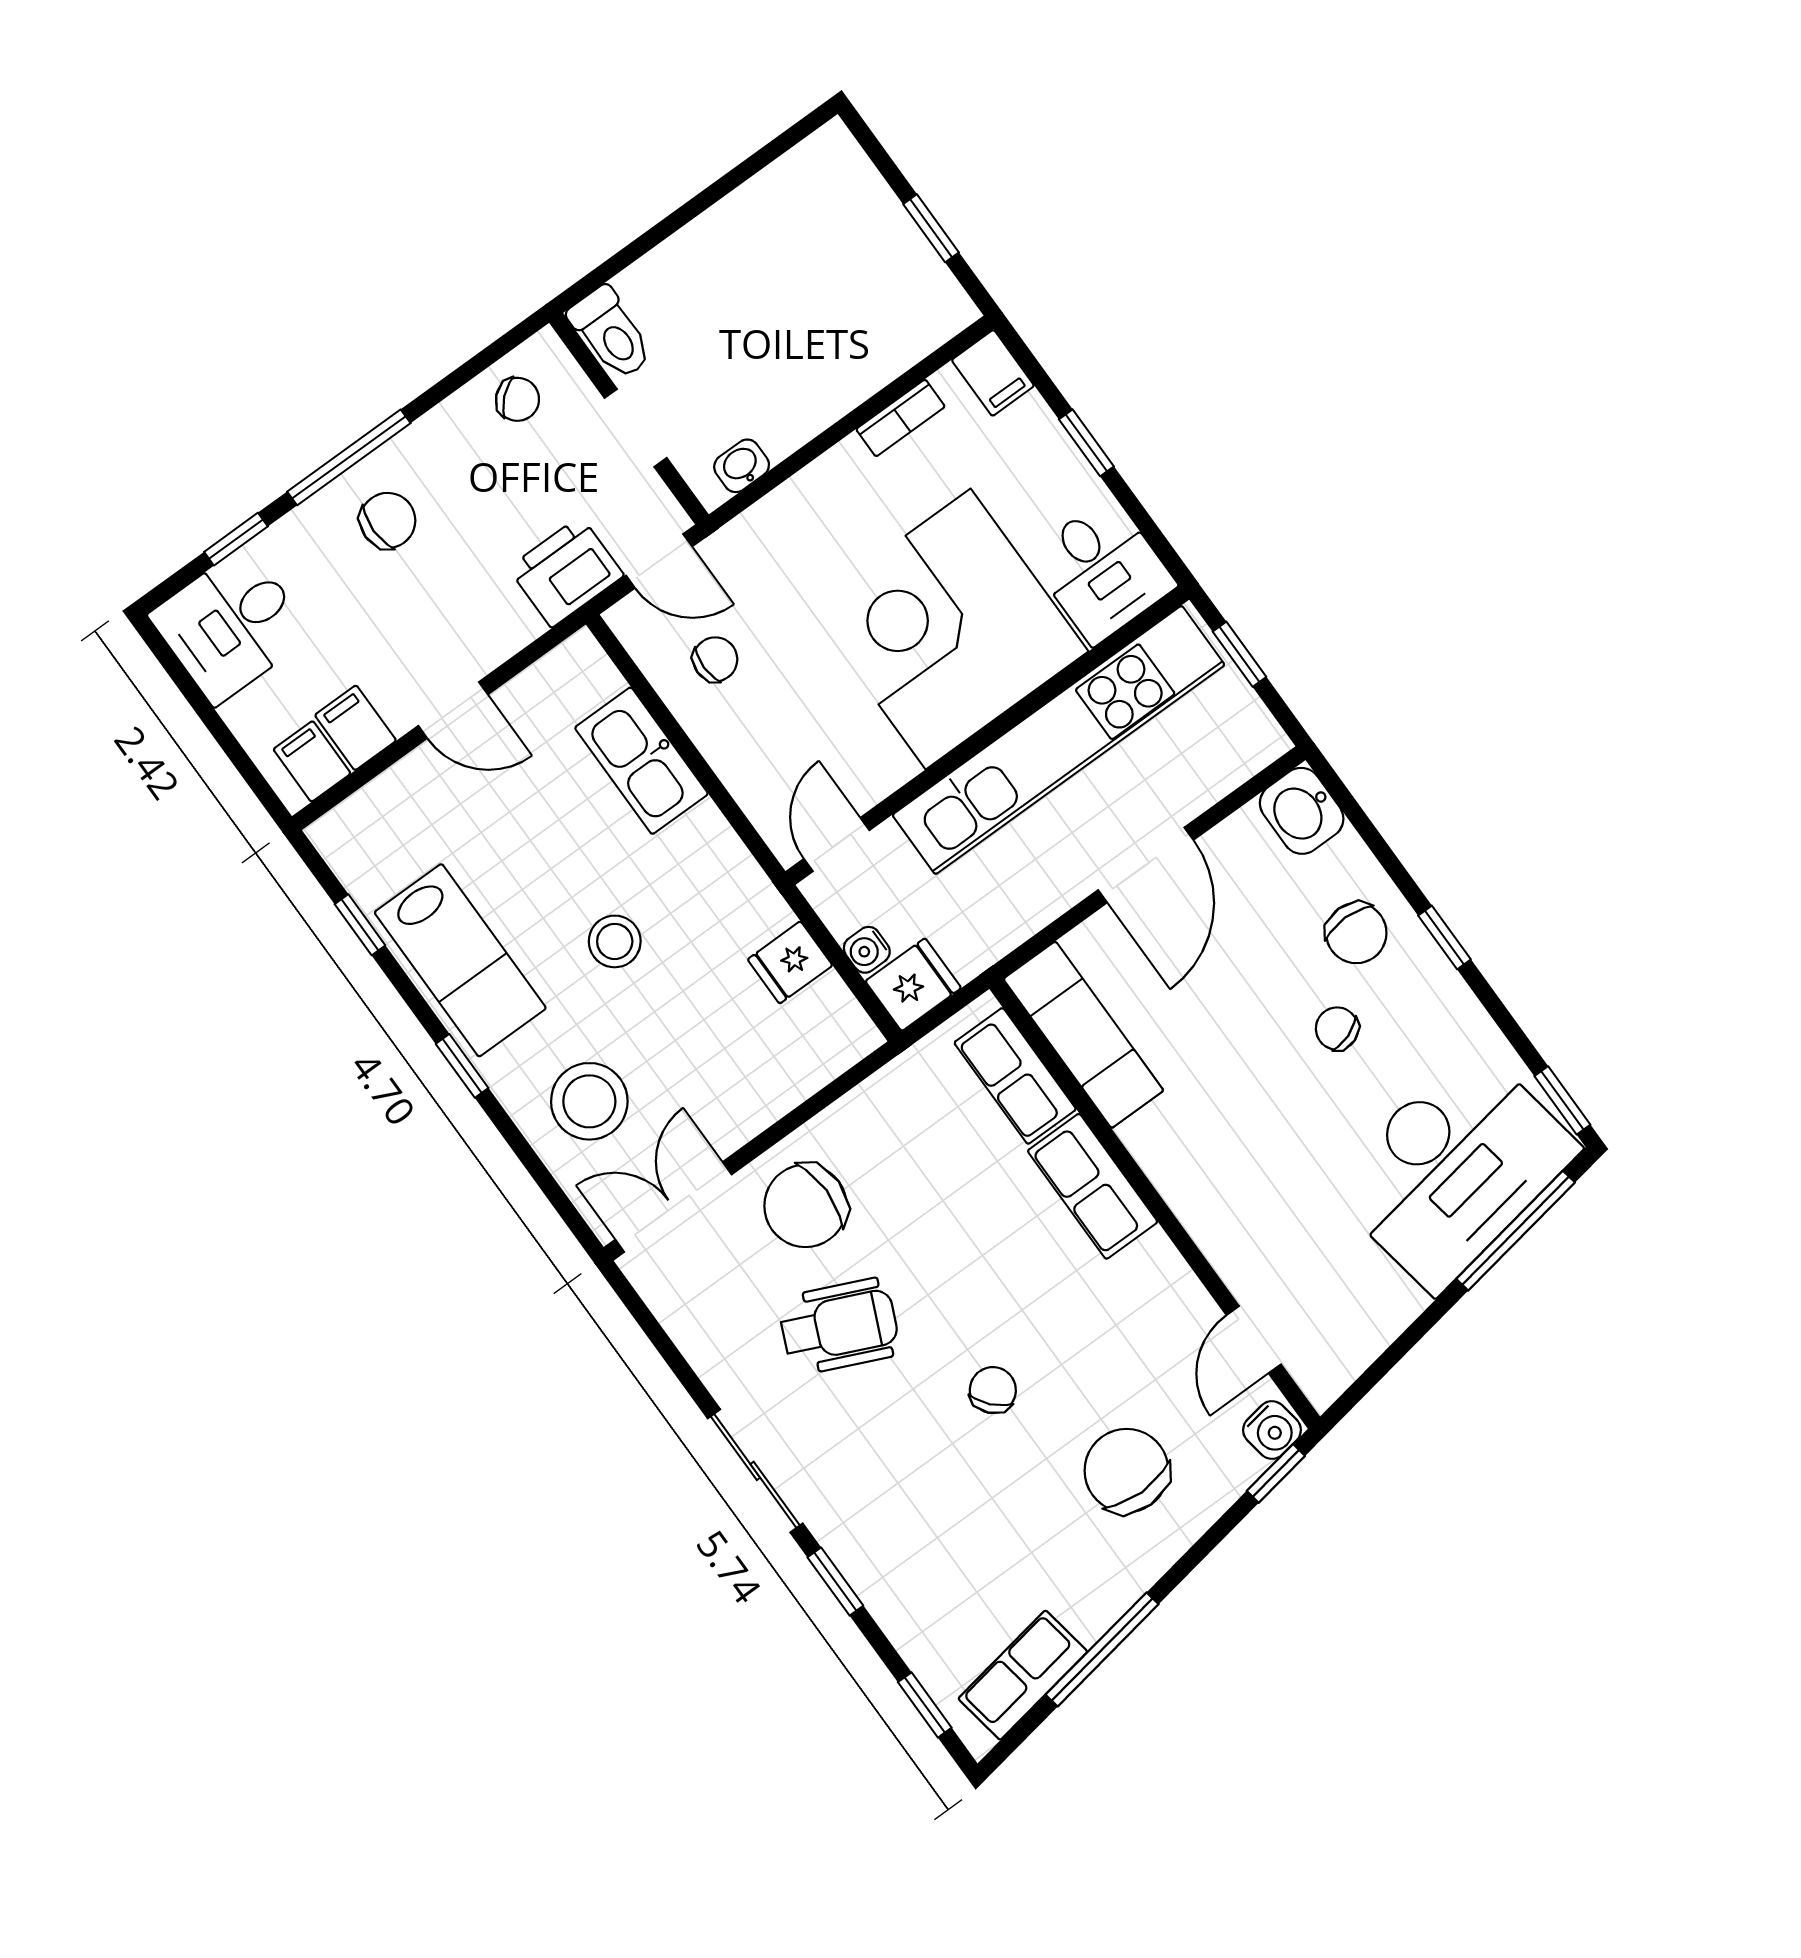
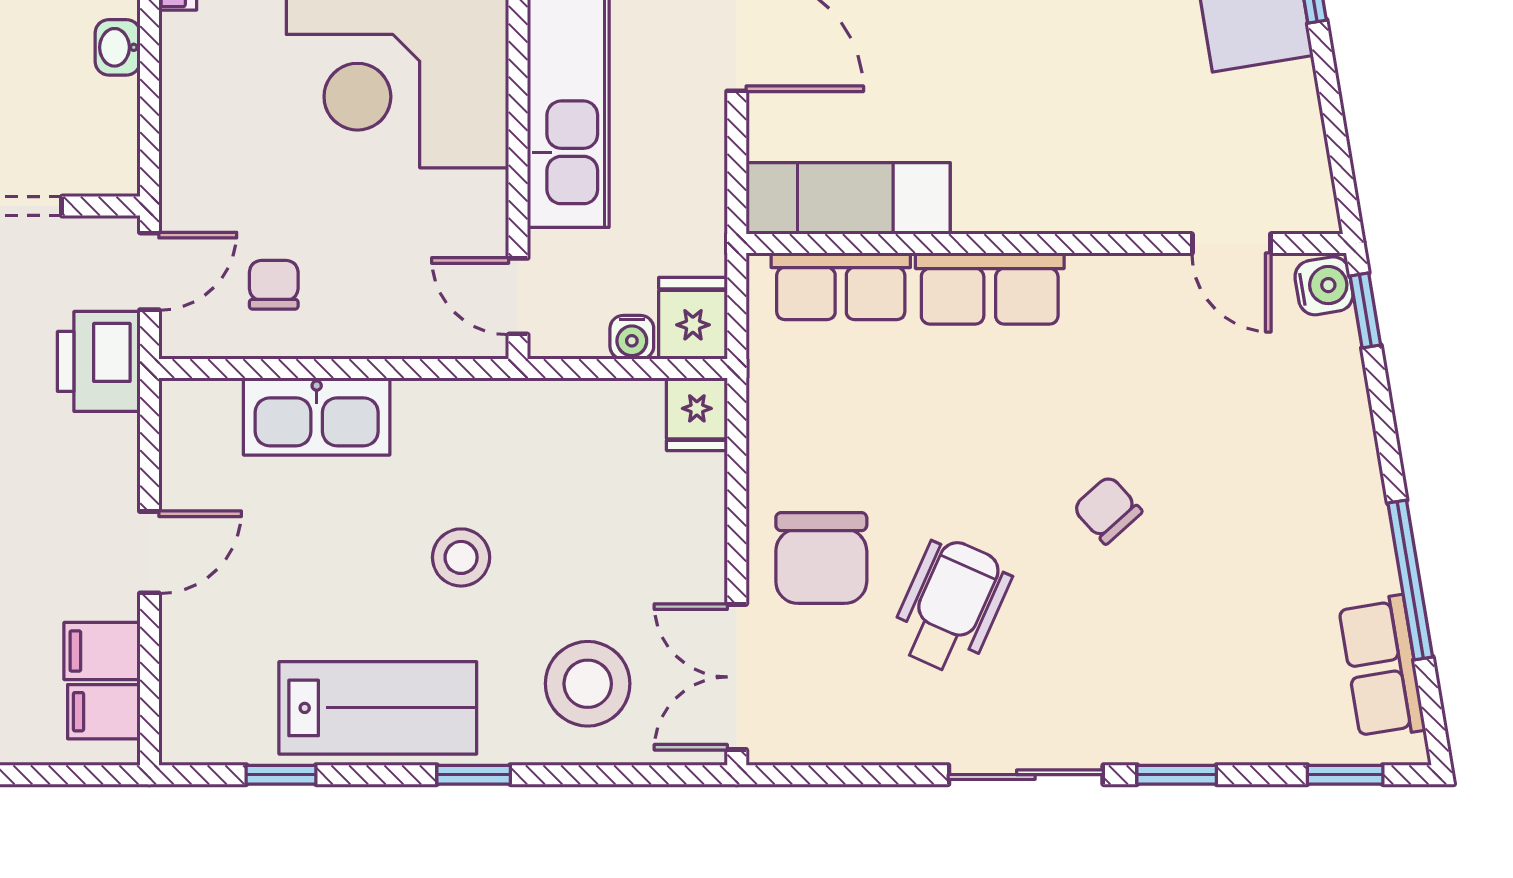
washbasin: (742, 466) -> (118, 47), moved
fridge: (790, 962) -> (697, 414), moved
chair: (1126, 1471) -> (1266, 442), removed

